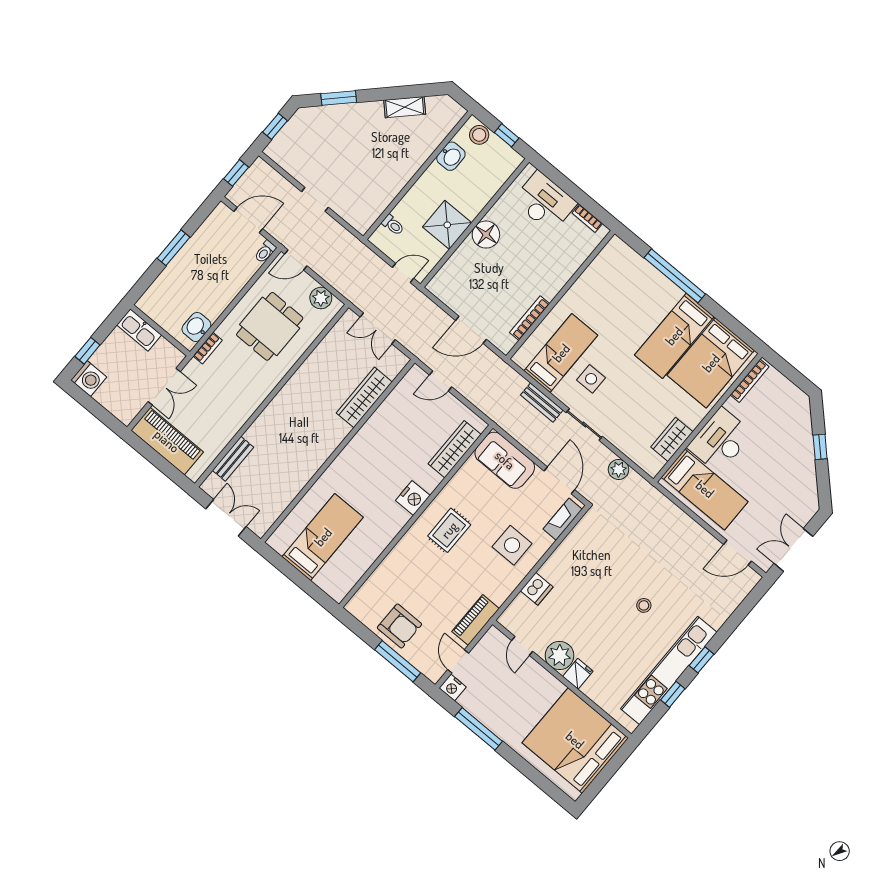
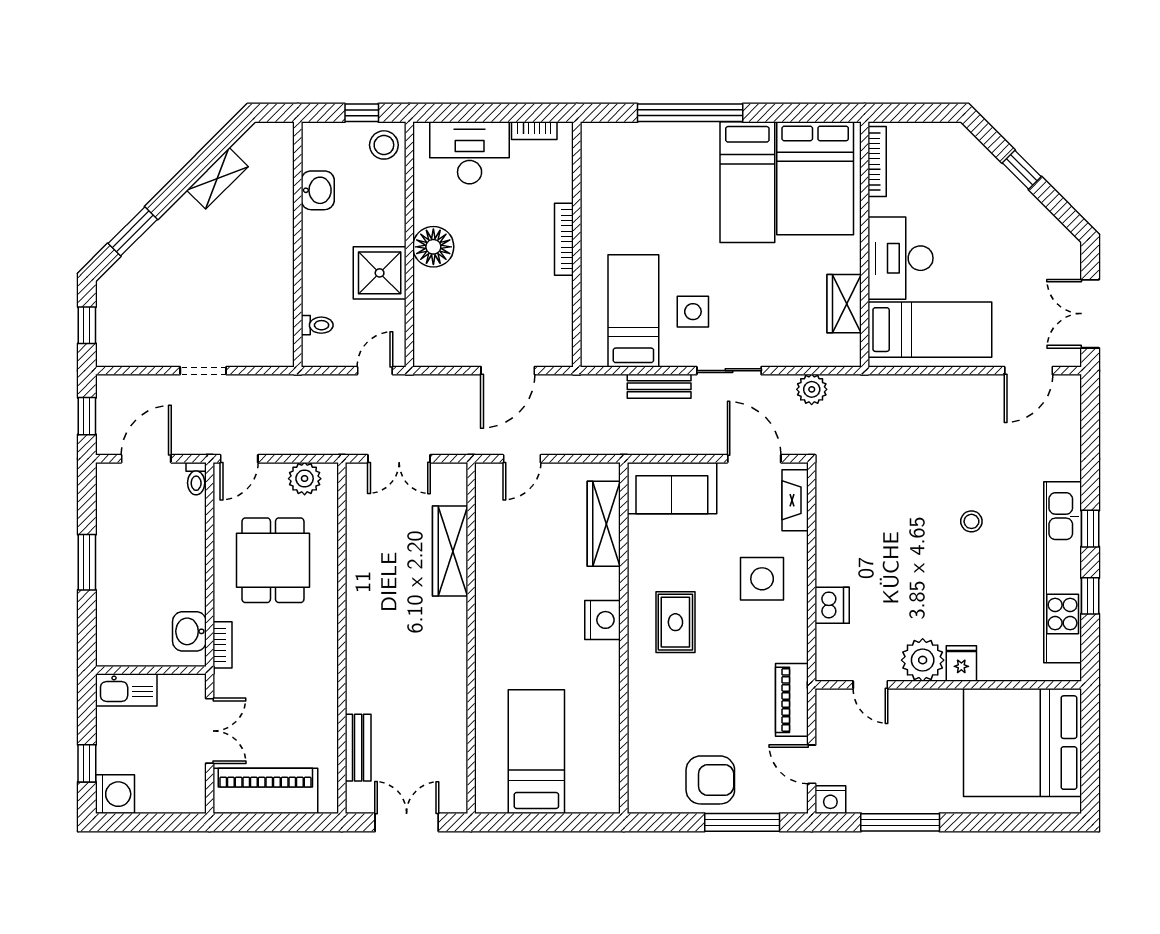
stool: (479, 135) -> (384, 145), moved
bookcase: (530, 318) -> (564, 239), moved

